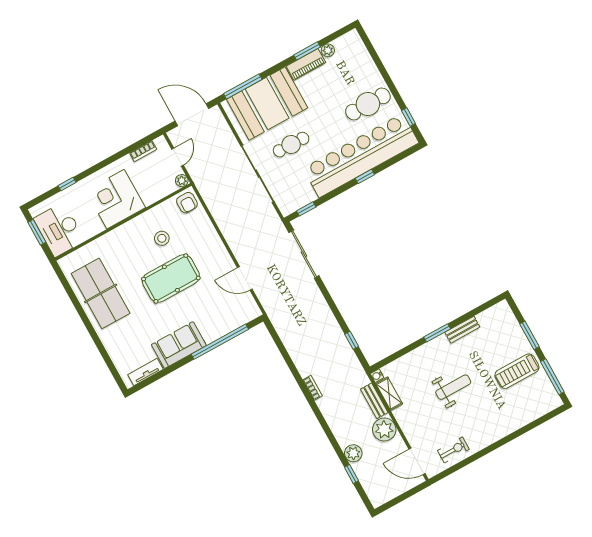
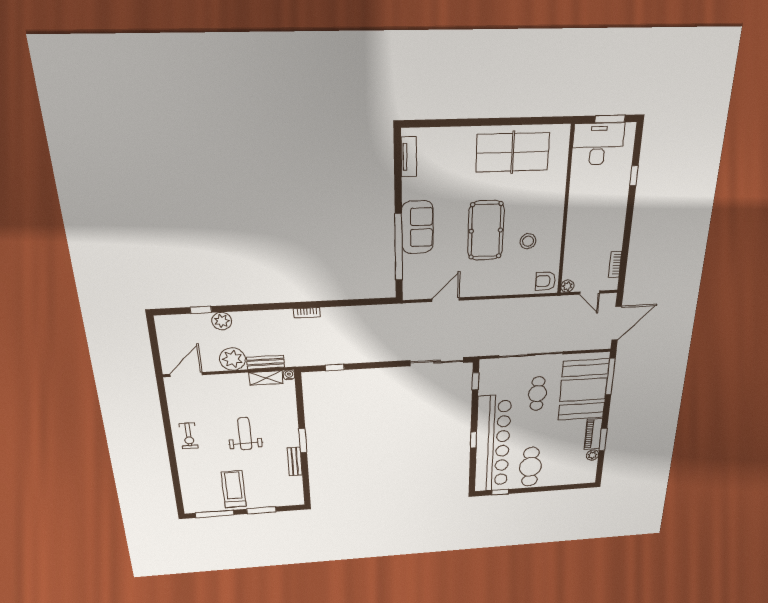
corner desk: (116, 199) -> (590, 216), removed
sofa: (179, 345) -> (417, 227), moved
weight bench: (453, 387) -> (245, 434), turned 180
exercise bike: (453, 450) -> (189, 436), moved

